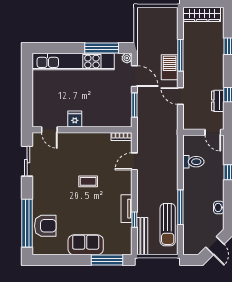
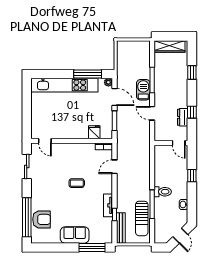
fridge: (75, 119) -> (94, 132), moved
toilet: (193, 162) -> (163, 192), moved

